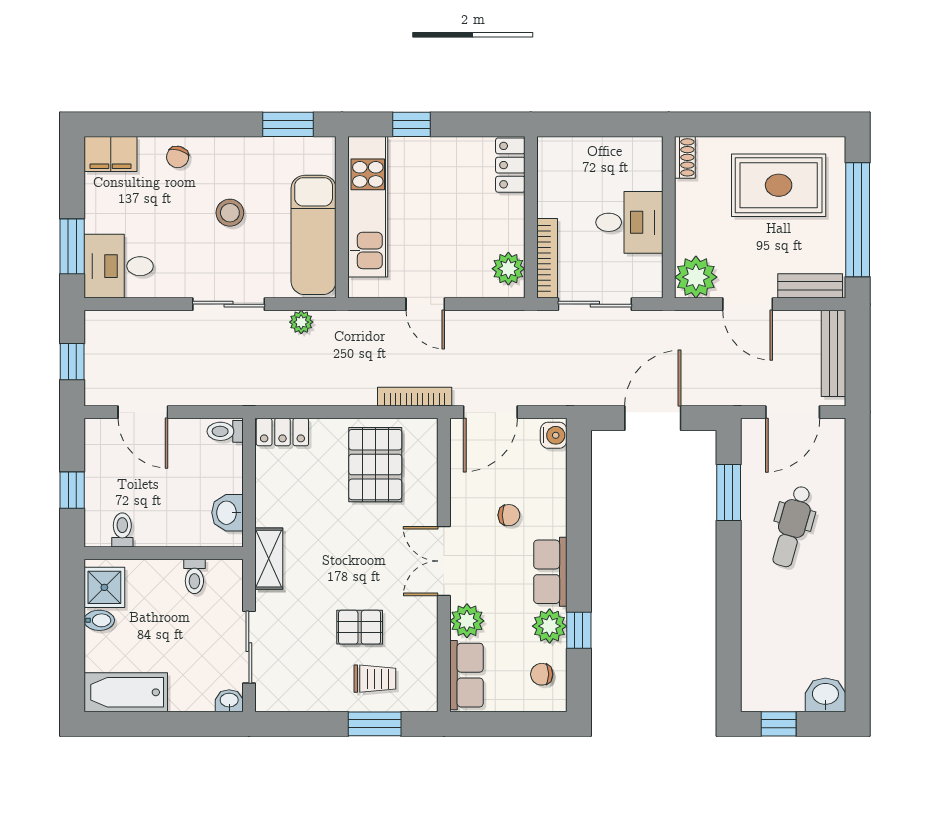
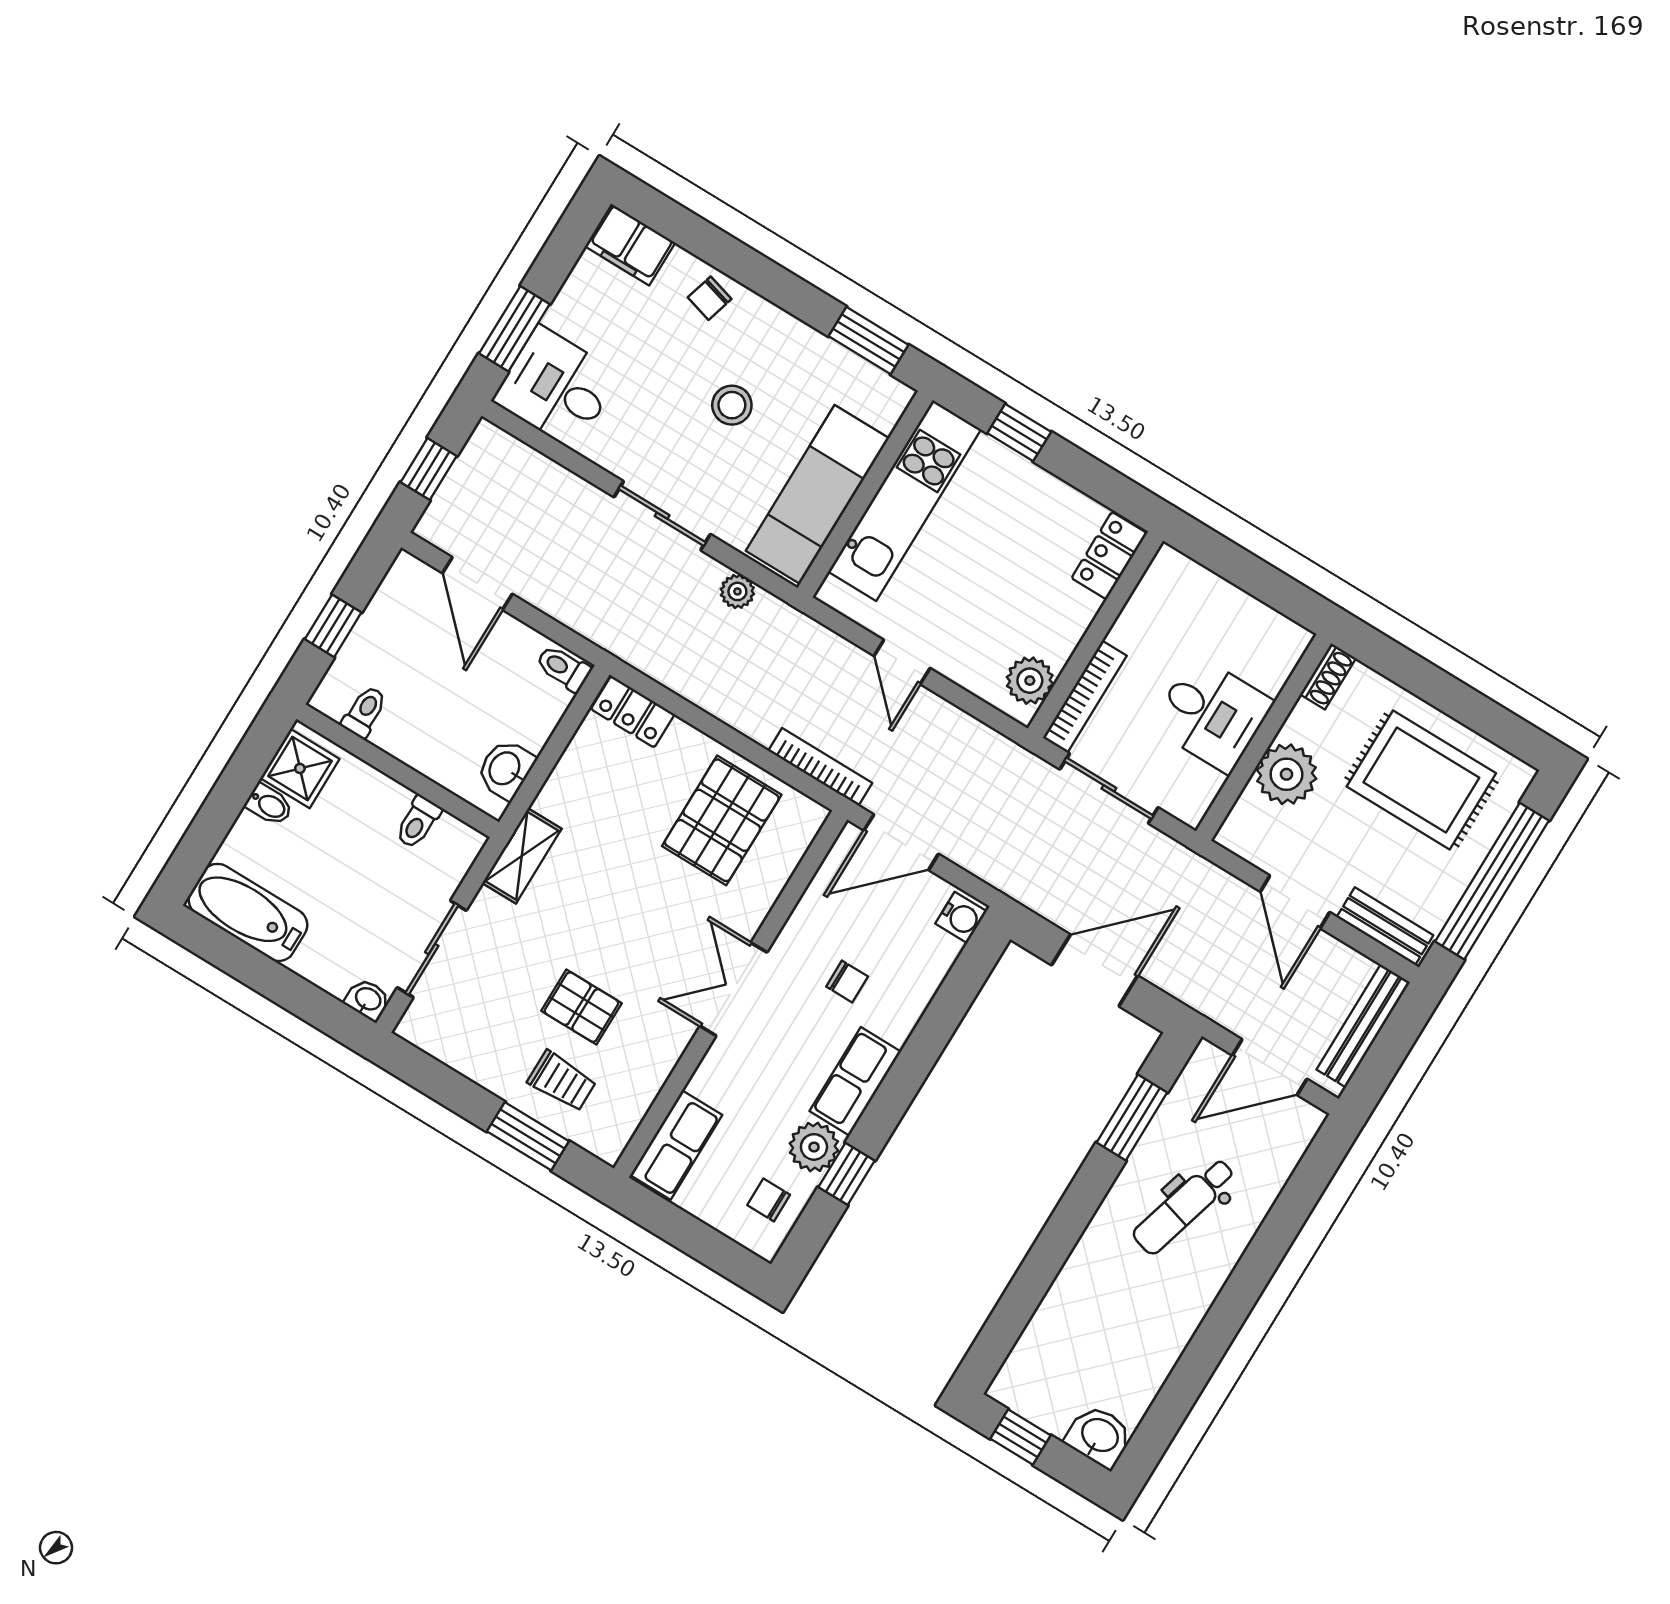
plant: (696, 277) -> (1286, 774), moved
plant: (467, 621) -> (717, 1079), removed

